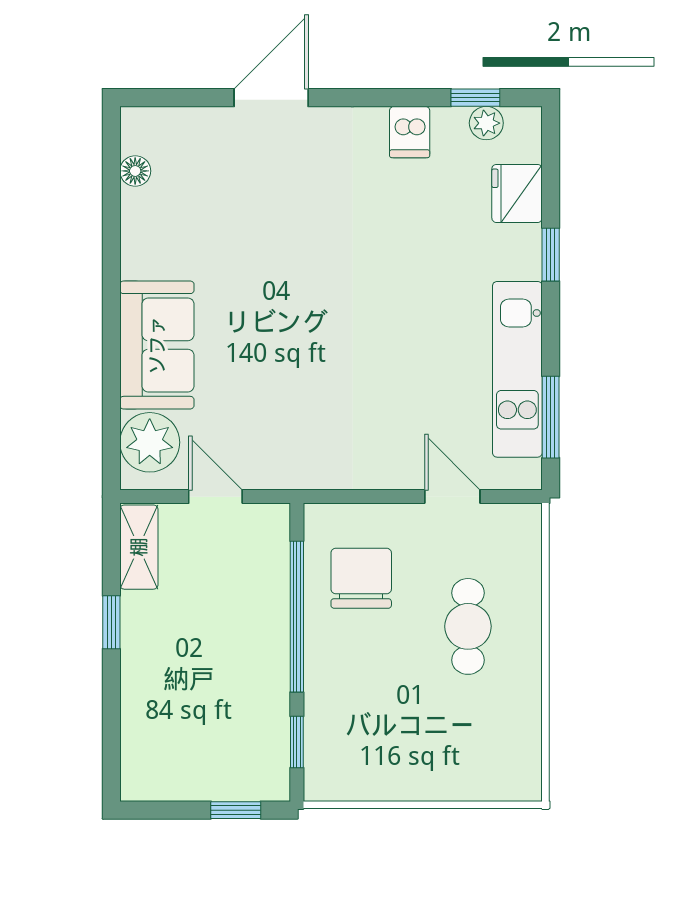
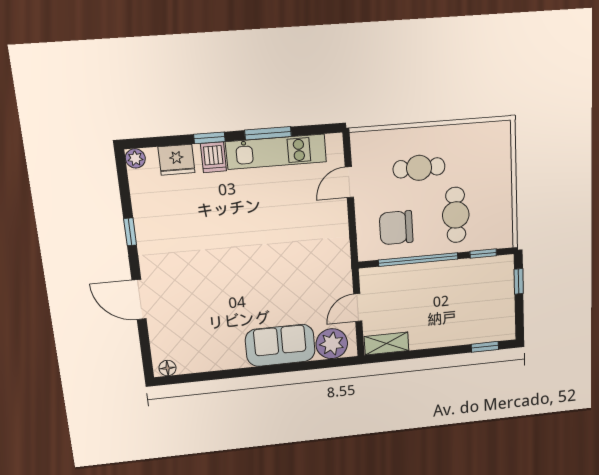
window: (475, 98) -> (130, 232), moved
plant: (486, 123) -> (135, 158), moved
dishwasher: (410, 132) -> (213, 157), moved, turned 90
floor lamp: (135, 171) -> (167, 368), moved
window: (551, 417) -> (268, 133), moved
window: (111, 622) -> (485, 347), moved
cafe table: (375, 692) -> (456, 215), added

